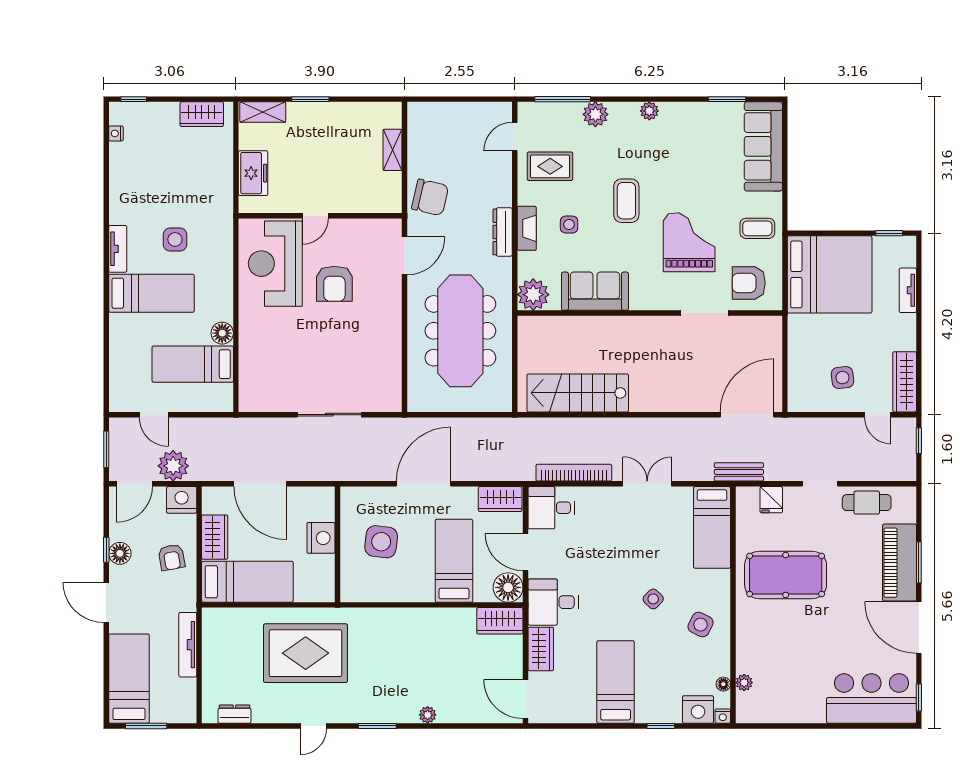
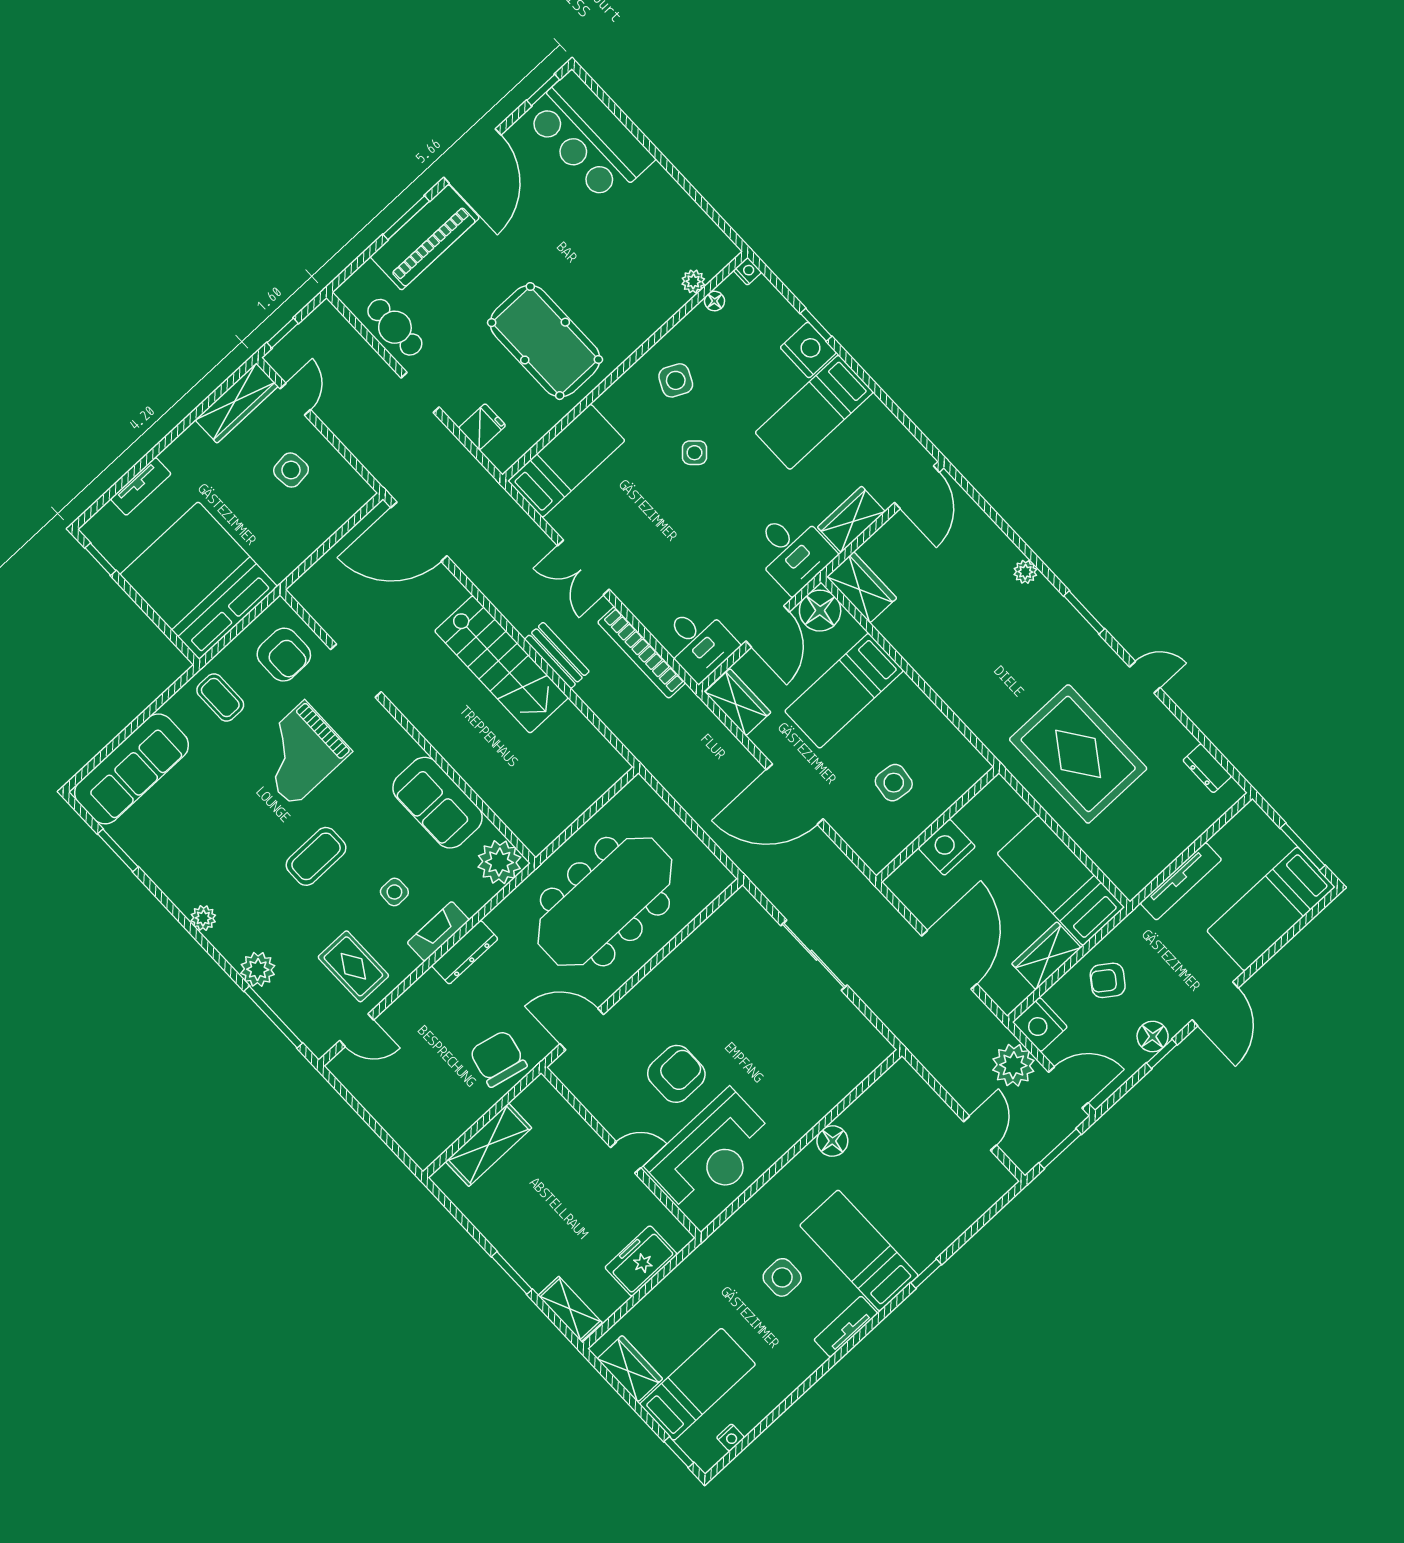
shelving: (393, 150) -> (488, 1145), width x1.50, depth x1.33
window: (106, 317) -> (926, 1274), added
bed: (193, 364) -> (698, 1384), moved, turned -90
stairs: (578, 393) -> (501, 664), moved
bench: (739, 472) -> (557, 655), moved
side table: (381, 542) -> (894, 783), width x0.73, depth x0.73
armchair: (172, 557) -> (1108, 980), turned -134
nightstand: (698, 709) -> (808, 350), moved

